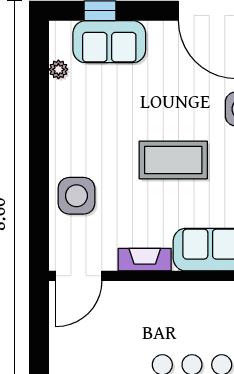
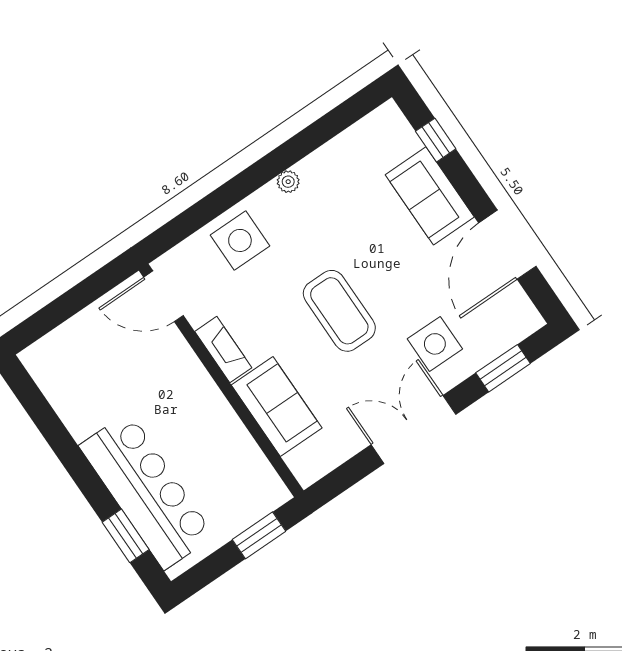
sofa: (109, 42) -> (430, 196), moved
plant: (58, 69) -> (288, 182), moved

